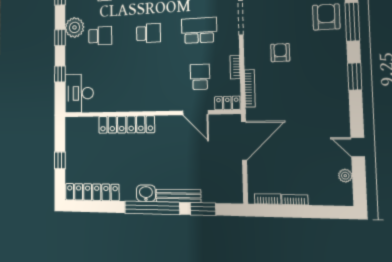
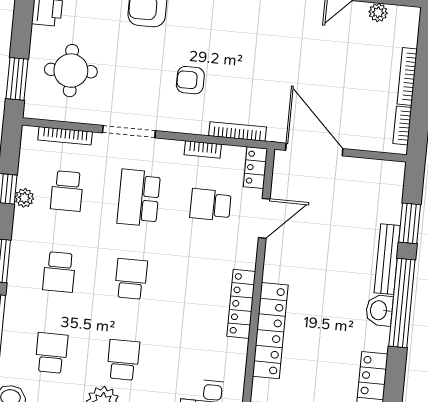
locker: (141, 104) -> (241, 304), added
bookcase: (295, 200) -> (407, 77), width x1.56

